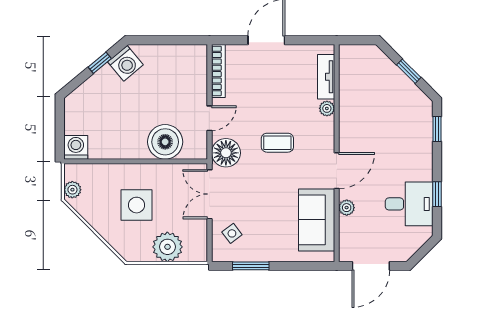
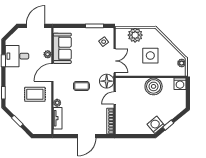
rug: (373, 126) -> (35, 94), added
boiler: (165, 142) -> (154, 86), moved

